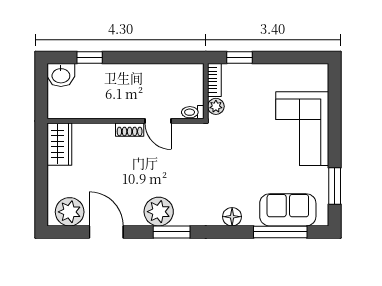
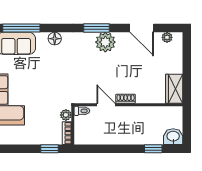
plant: (70, 212) -> (167, 37), width x0.53, depth x0.53

